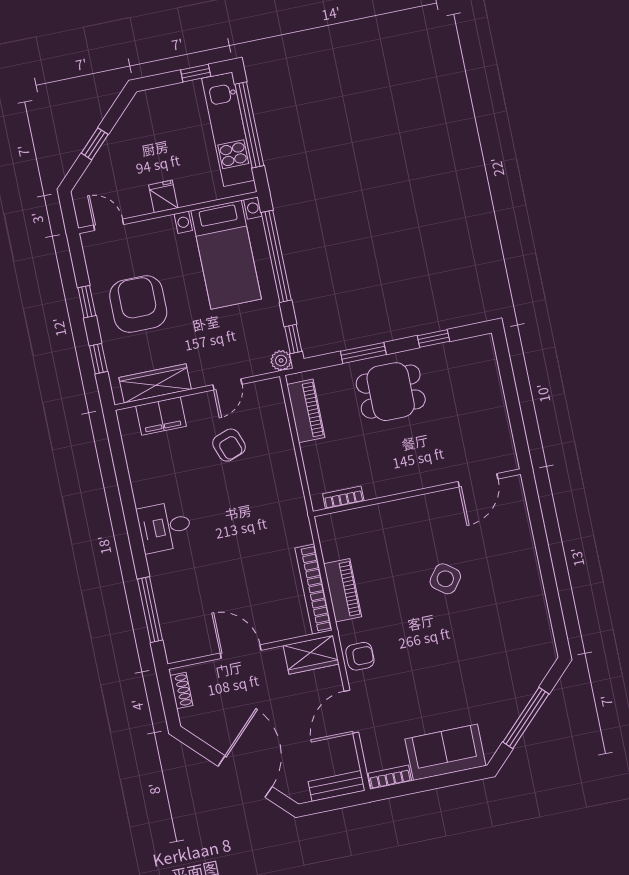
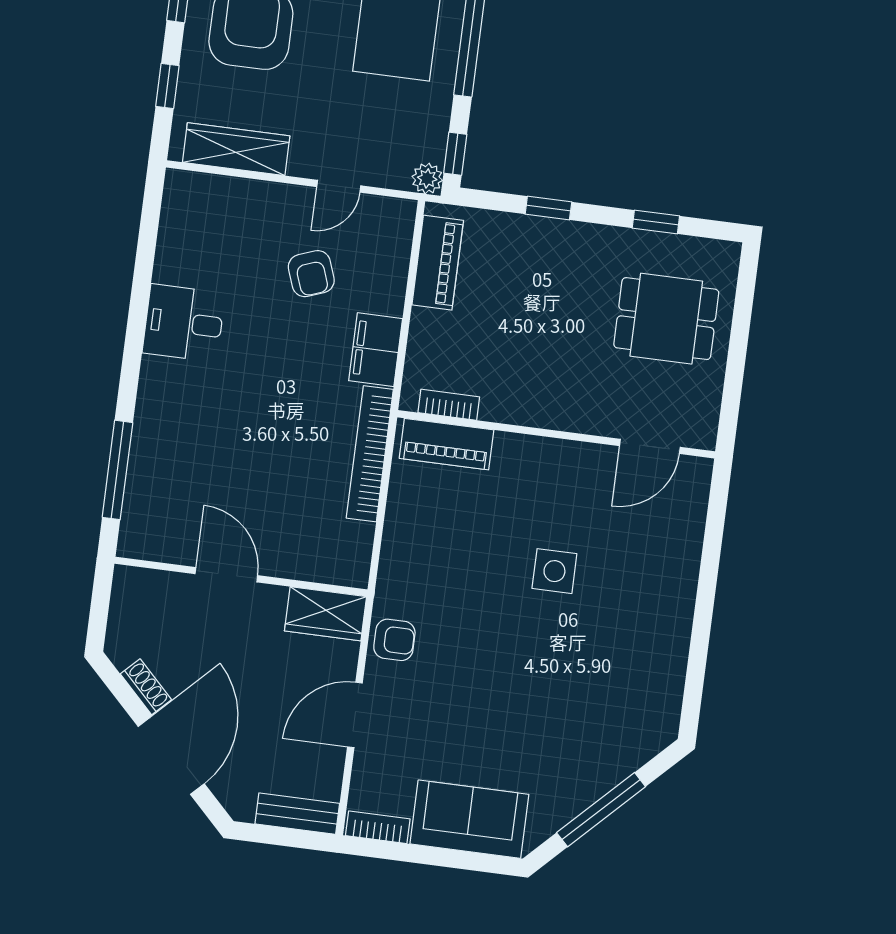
window: (363, 353) -> (548, 208), width x0.67
dining table: (391, 392) -> (666, 319), moved
filing cabinet: (161, 416) -> (376, 350), moved, turned 90
desk: (165, 527) -> (184, 323), moved
side table: (445, 579) -> (554, 571), turned -37
bookcase: (314, 589) -> (370, 454), moved
piano: (343, 590) -> (447, 444), moved, turned 90
shoe rack: (181, 690) -> (146, 687), moved, turned -45

